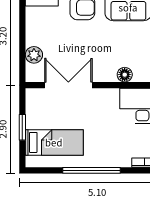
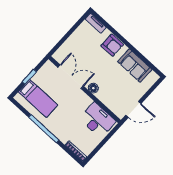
plant: (34, 55) -> (67, 47), removed
floor lamp: (125, 75) -> (93, 88), moved

